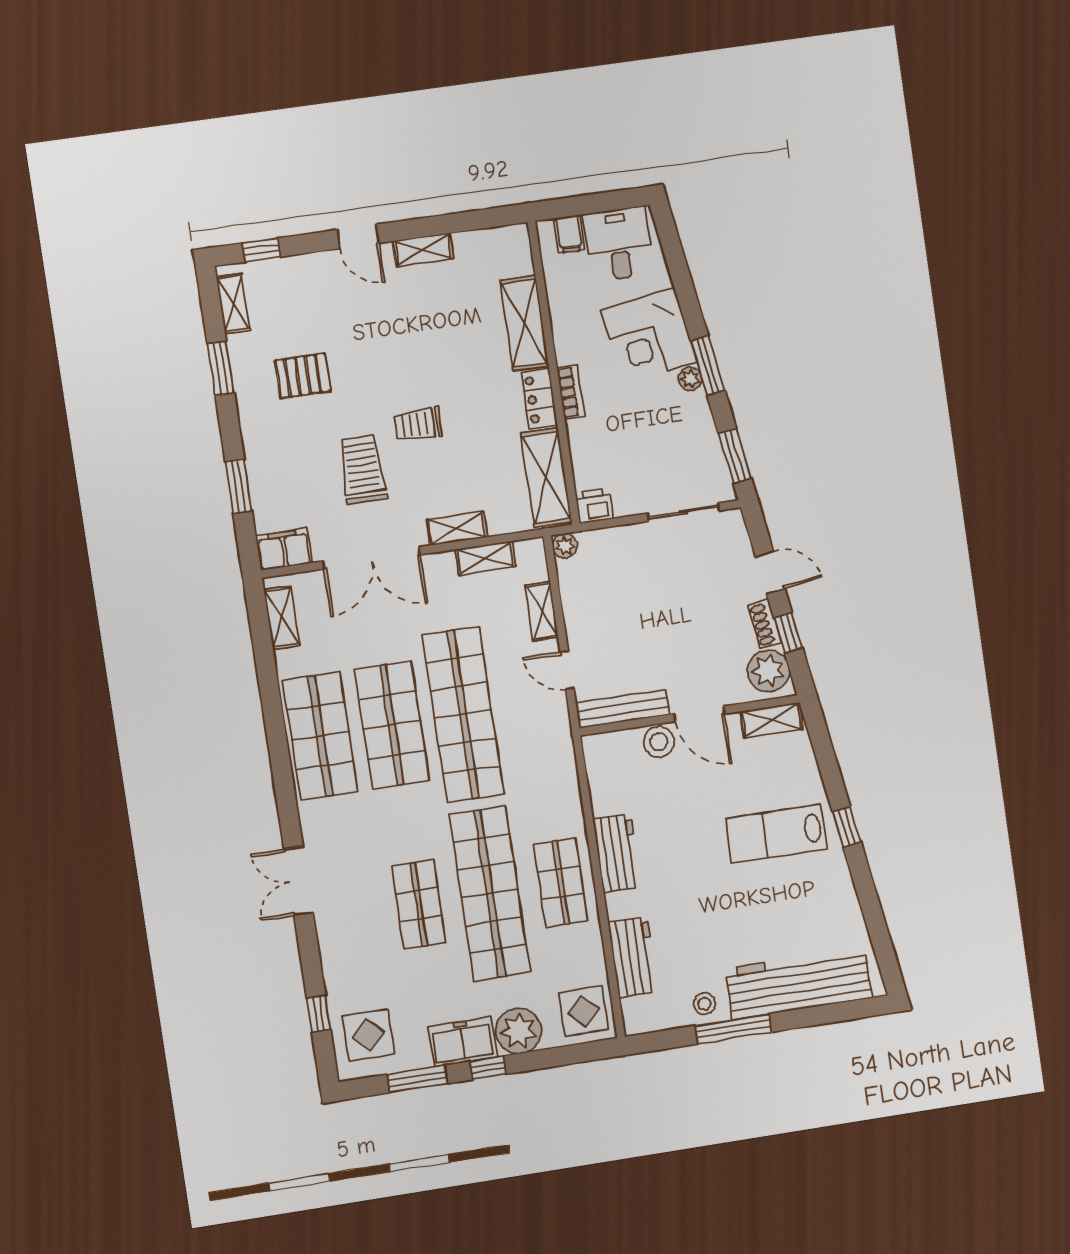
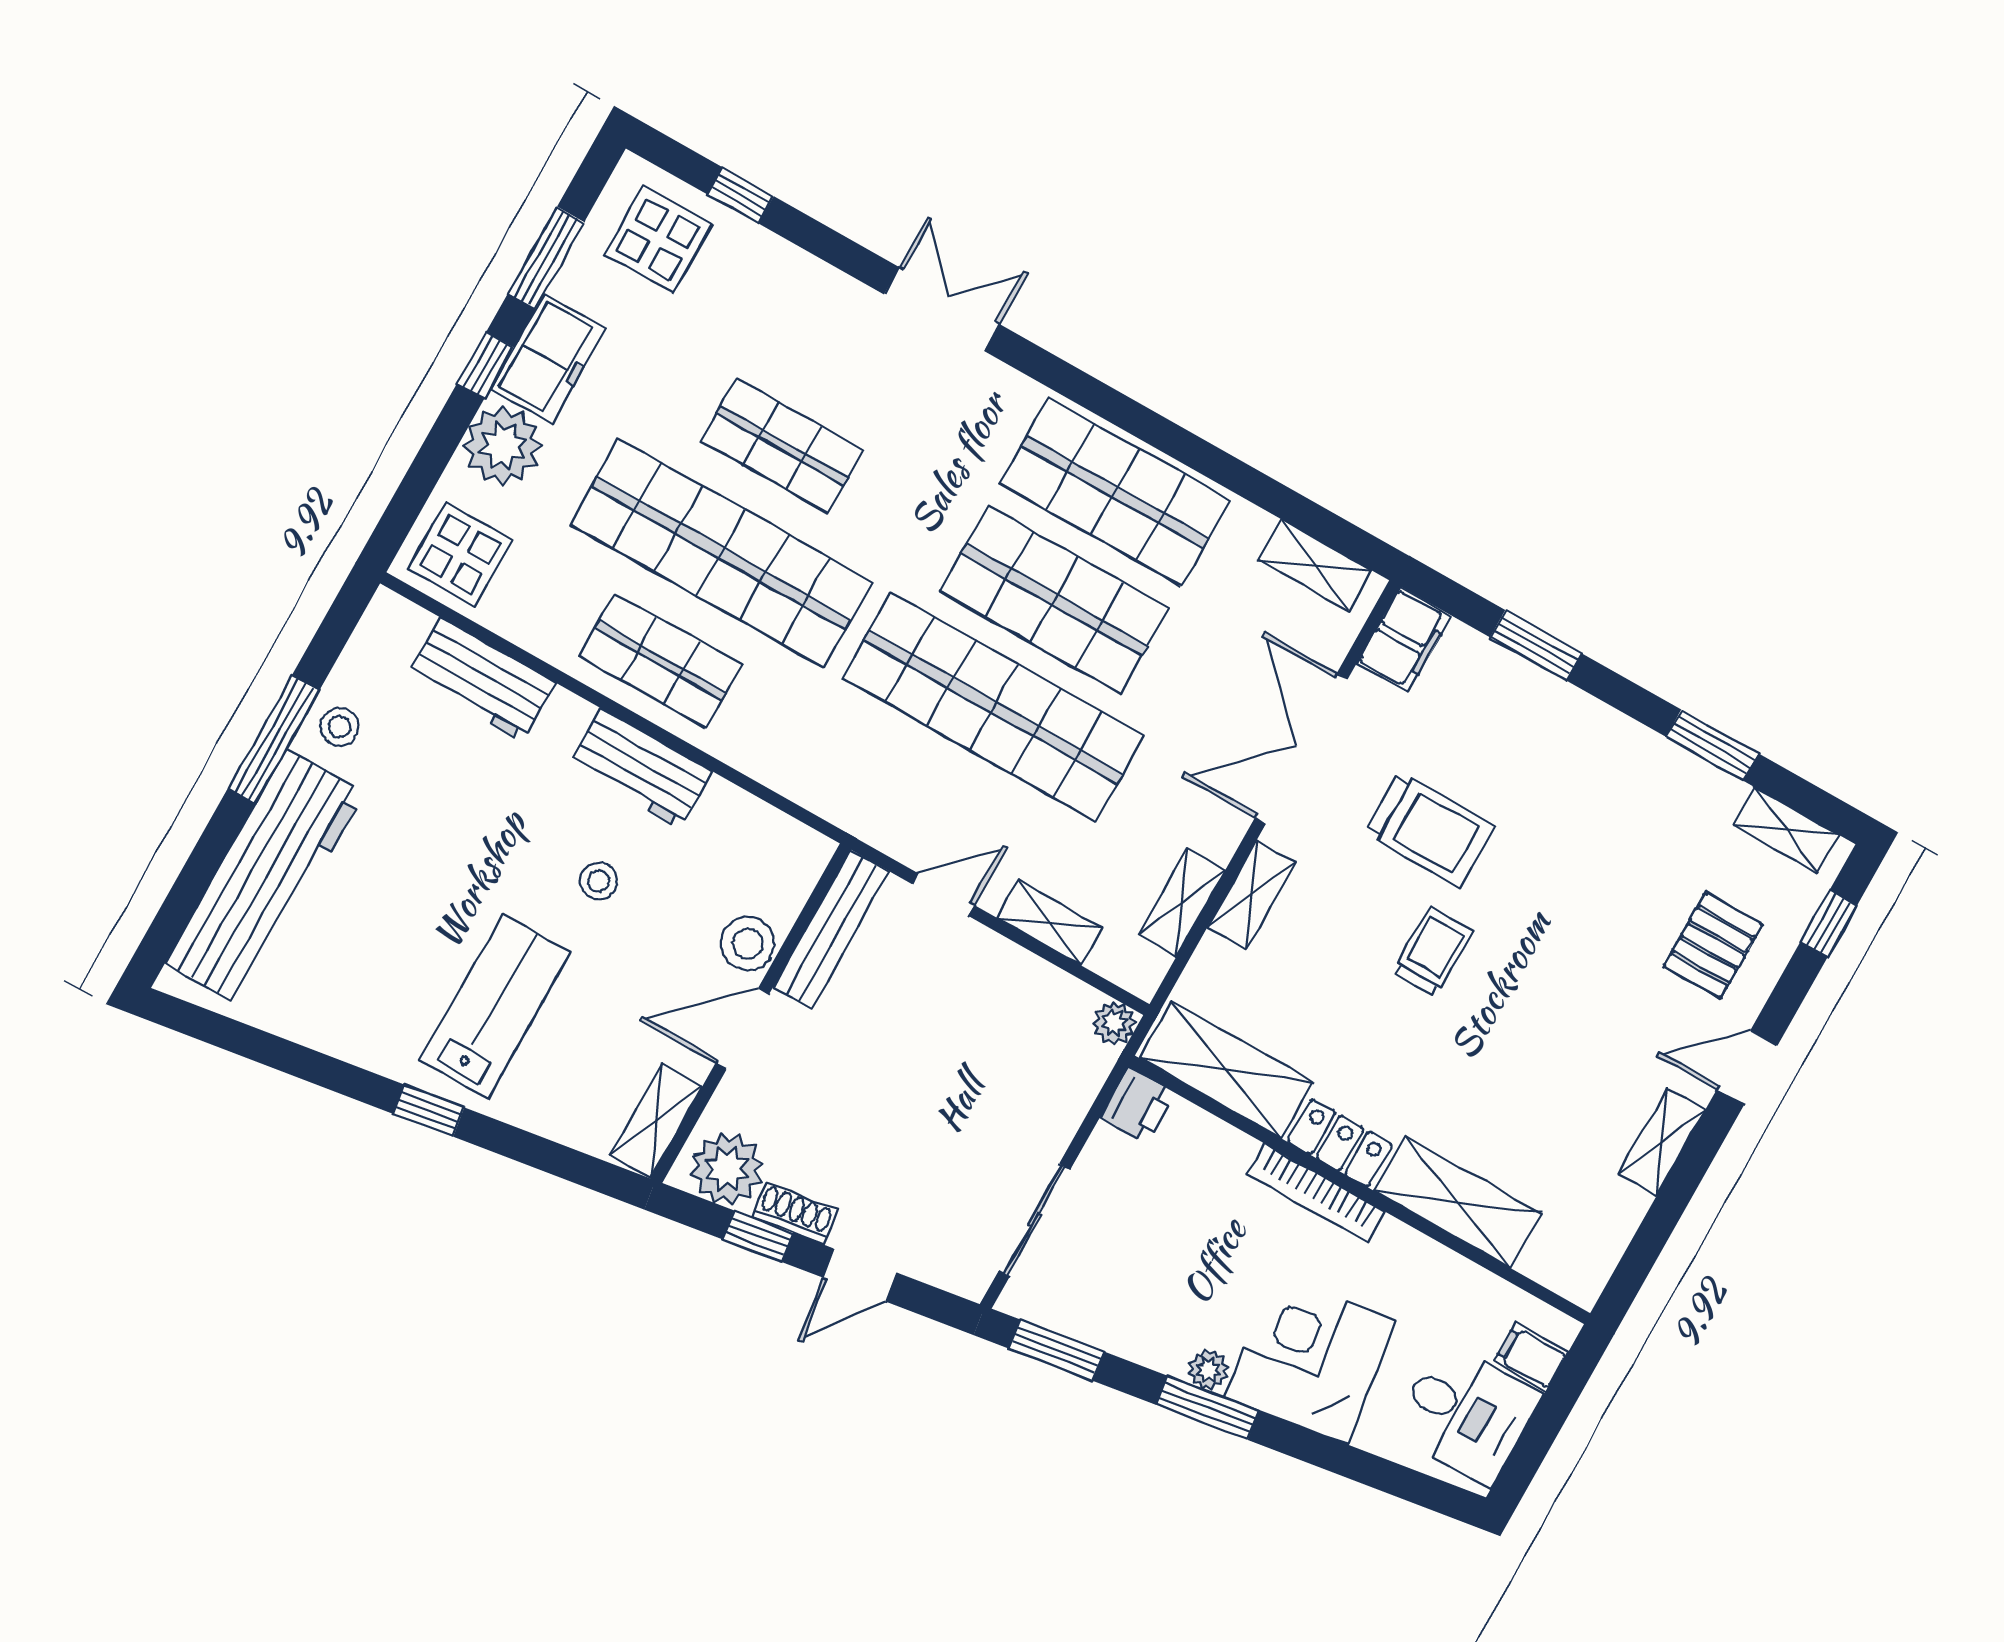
pallet: (303, 376) -> (1713, 945), moved
bookcase: (571, 392) -> (1316, 1193), width x1.56
stool: (683, 832) -> (599, 881), added

